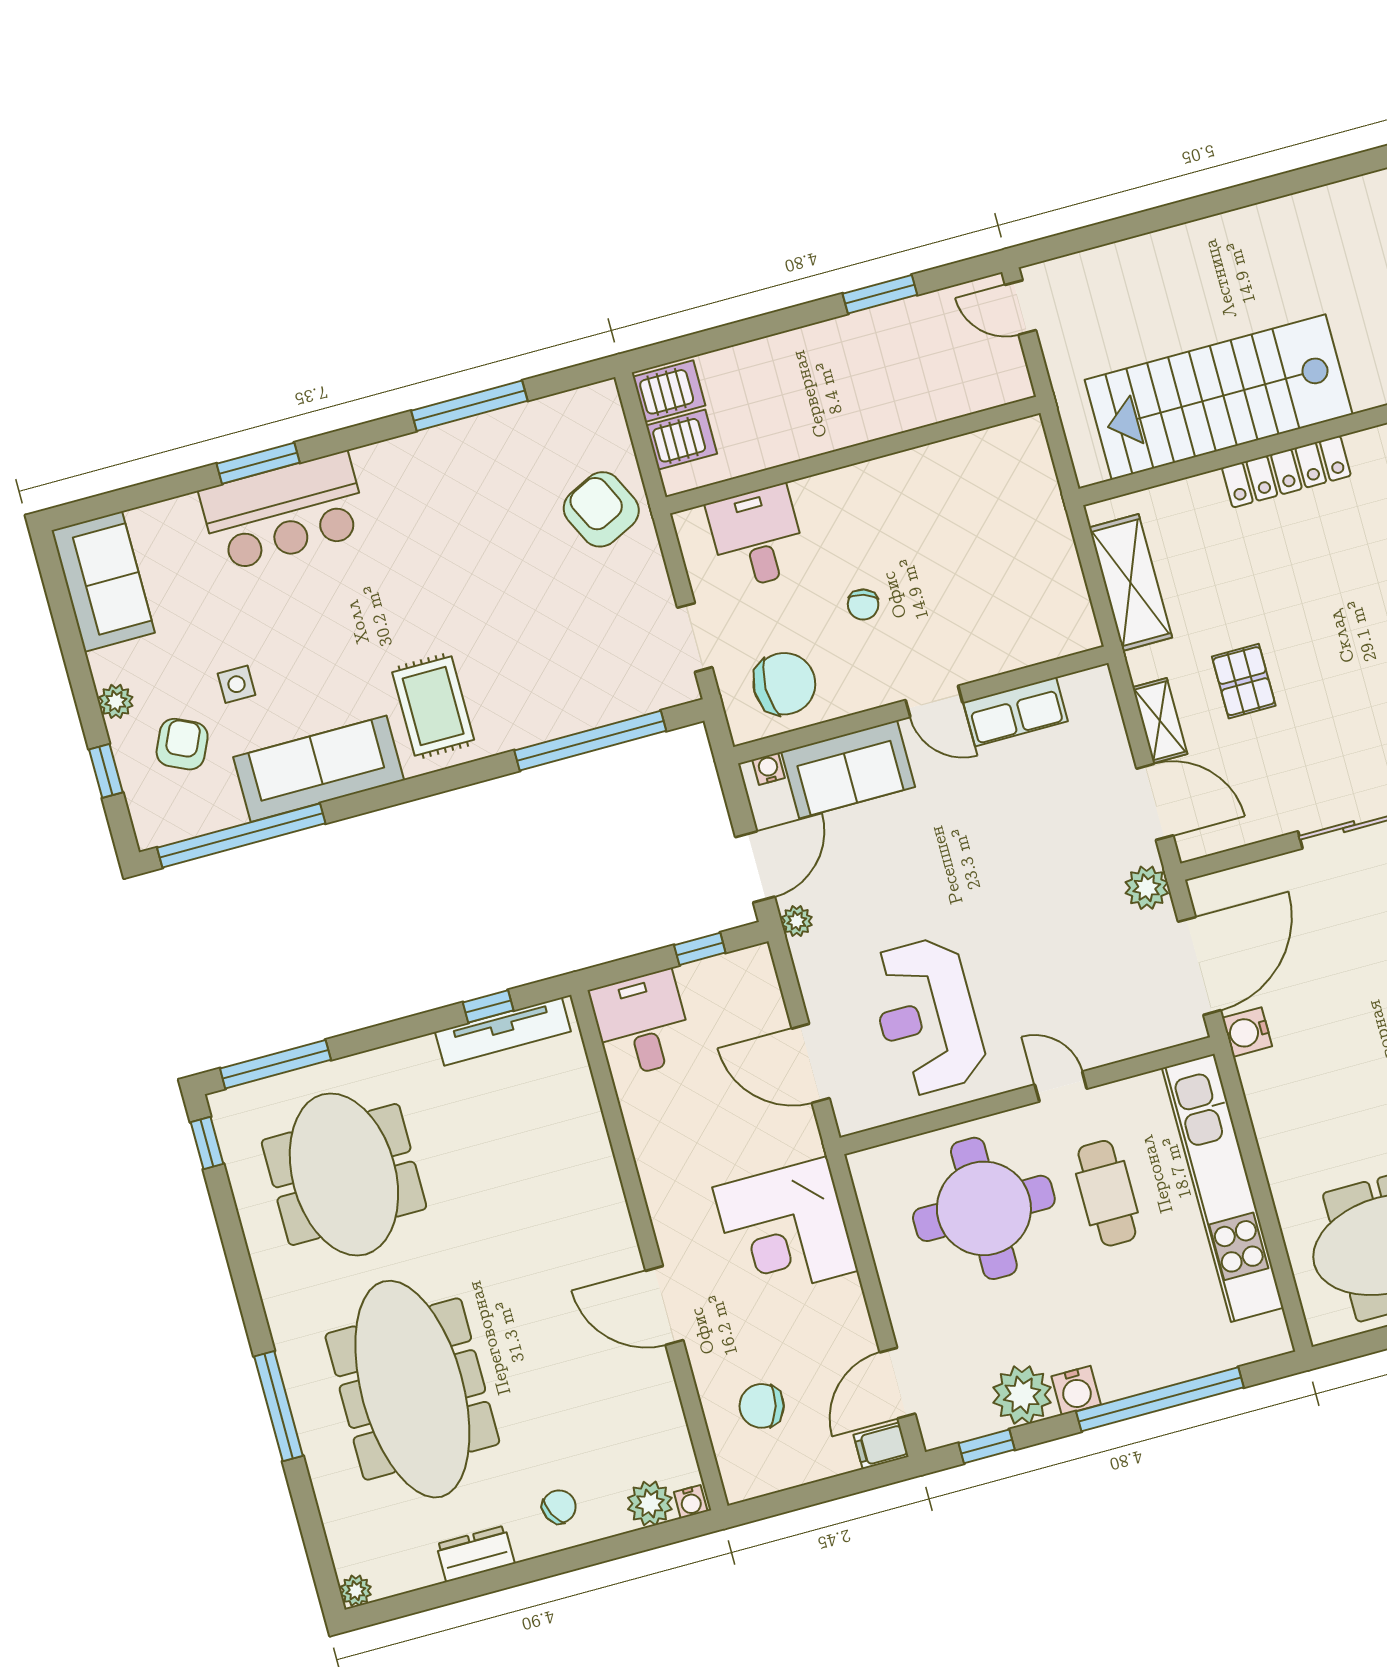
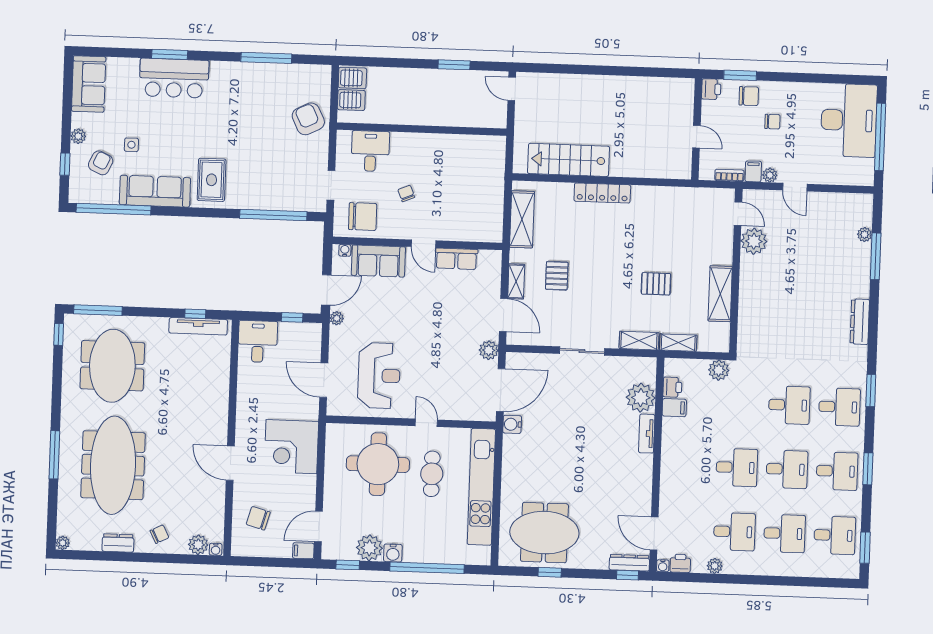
stairs: (1219, 397) -> (569, 160), width x0.73, depth x0.66
chair: (863, 605) -> (406, 193), turned 139
reception desk: (927, 1016) -> (379, 376), turned 180

